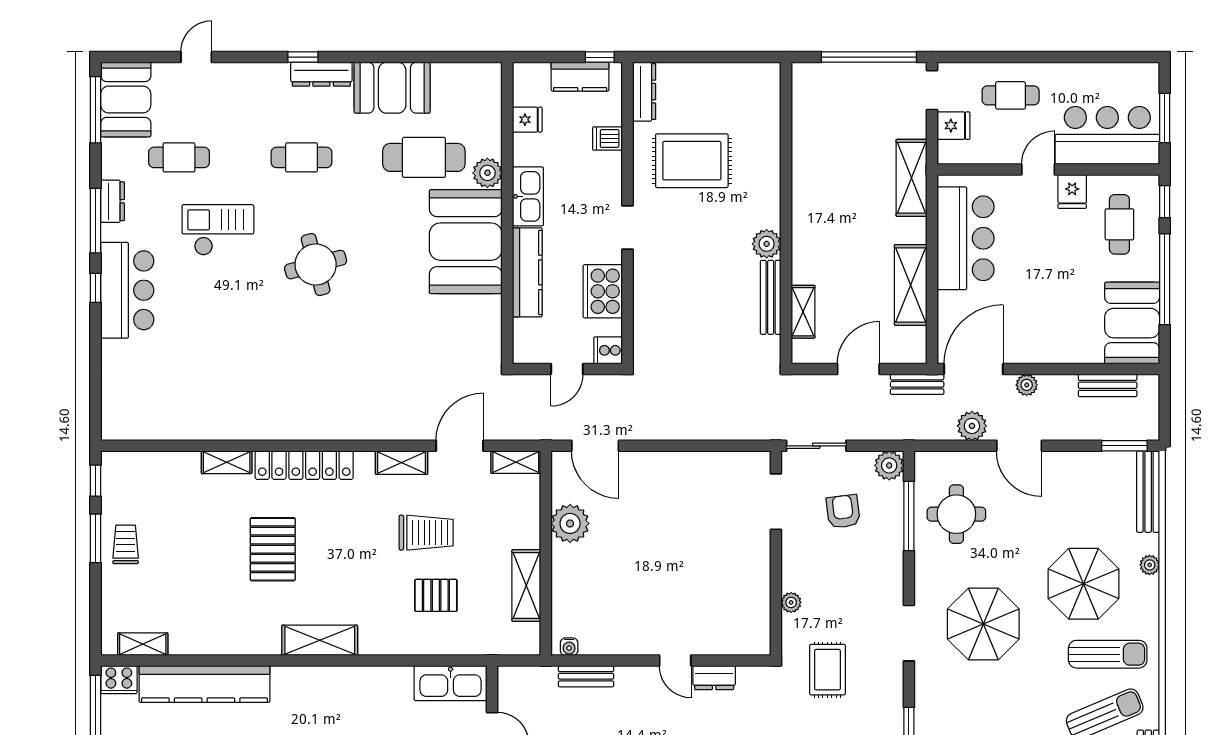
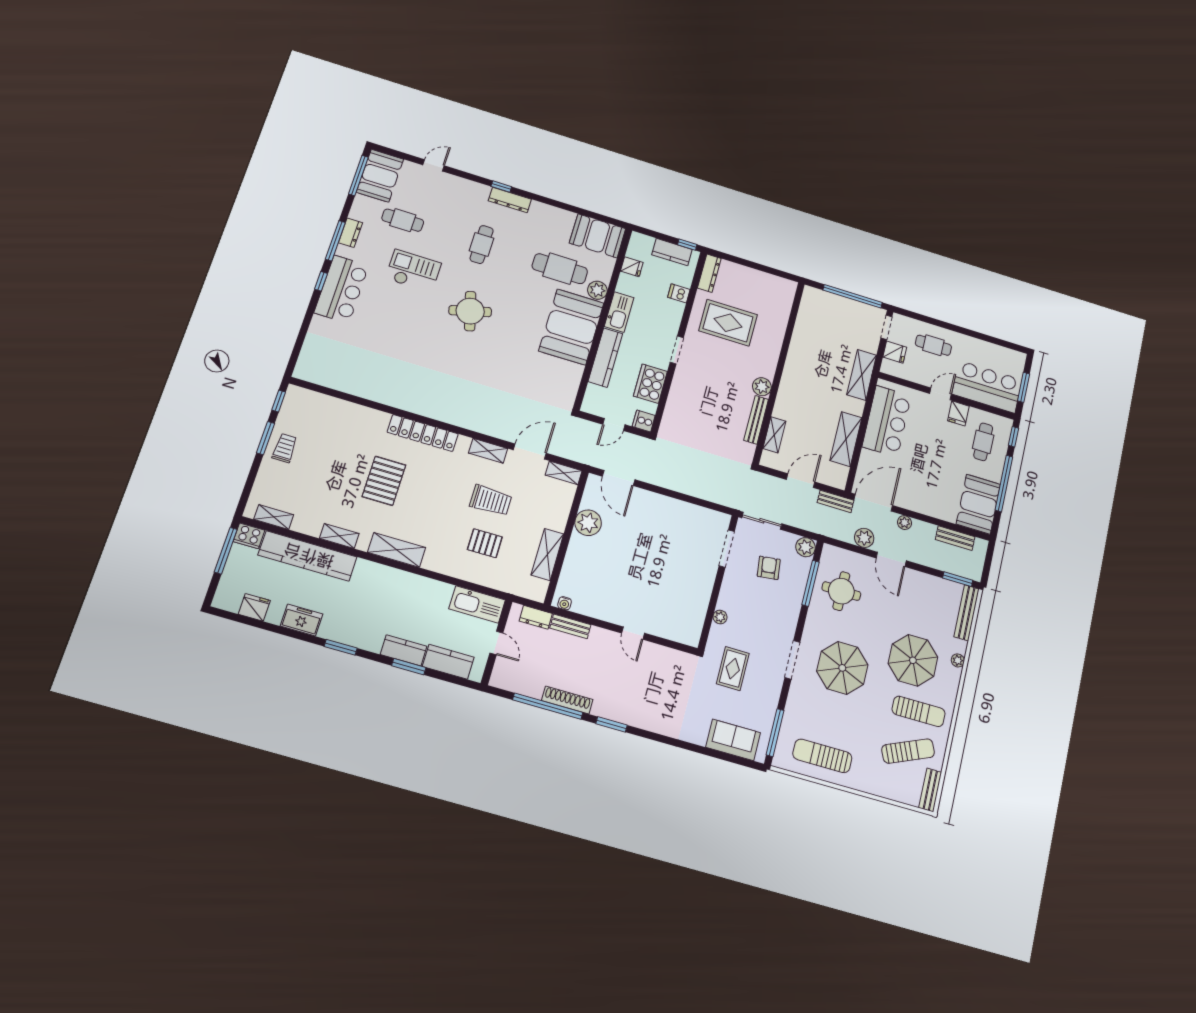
booth: (392, 88) -> (598, 236), moved
cafe table: (301, 157) -> (482, 245), turned 90
shelving: (227, 462) -> (339, 536), moved
dresser: (714, 678) -> (536, 617), moved

